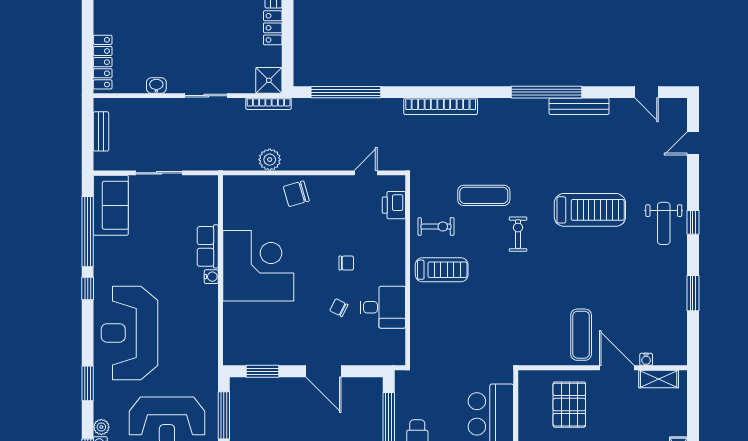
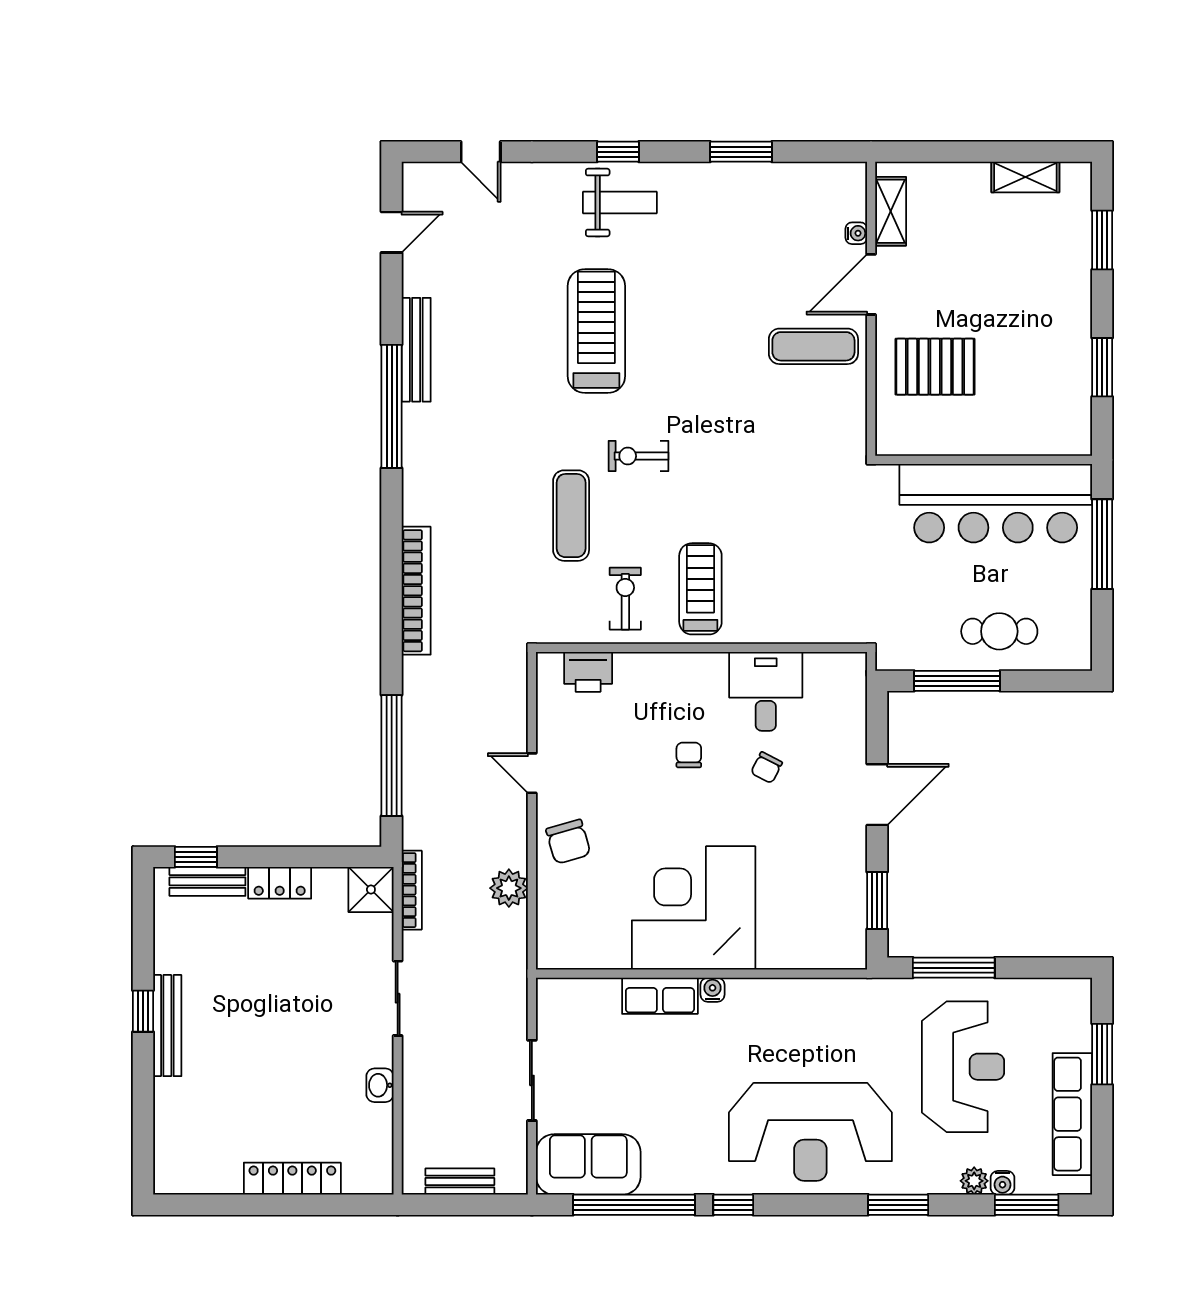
locker: (103, 62) -> (292, 1179), moved
door: (366, 173) -> (532, 773), moved

